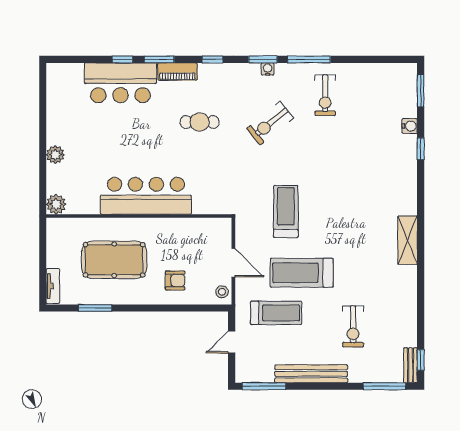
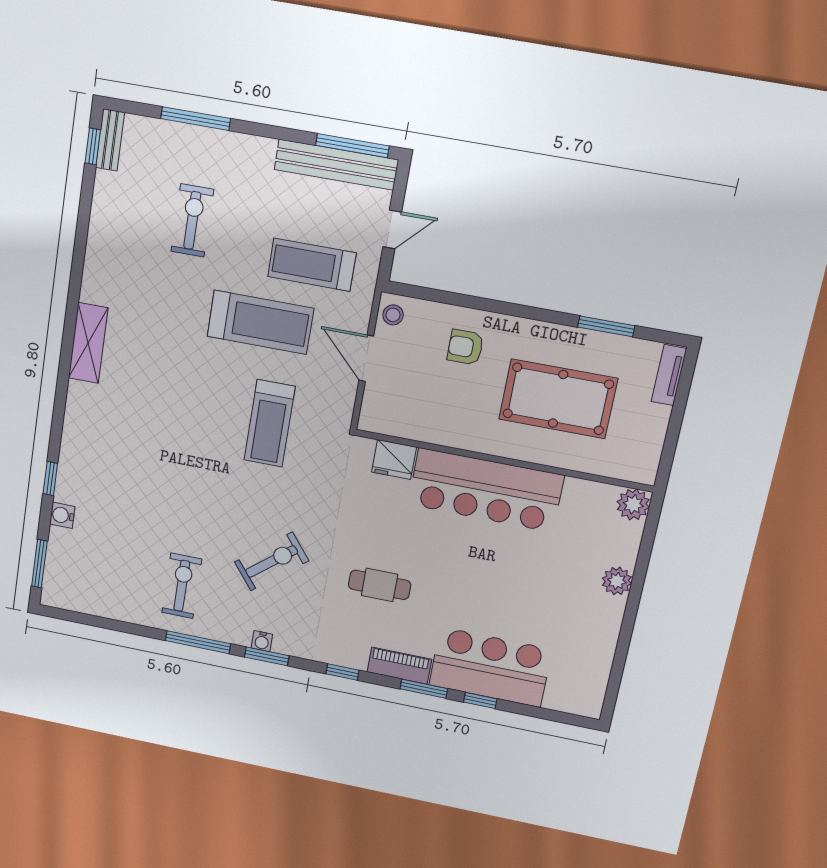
fridge: (205, 204) -> (394, 460), added
bench: (311, 374) -> (336, 165), moved
window: (384, 386) -> (196, 119), moved

